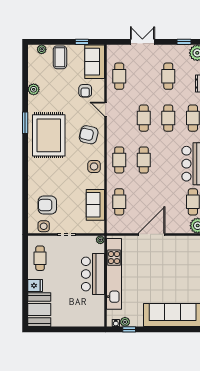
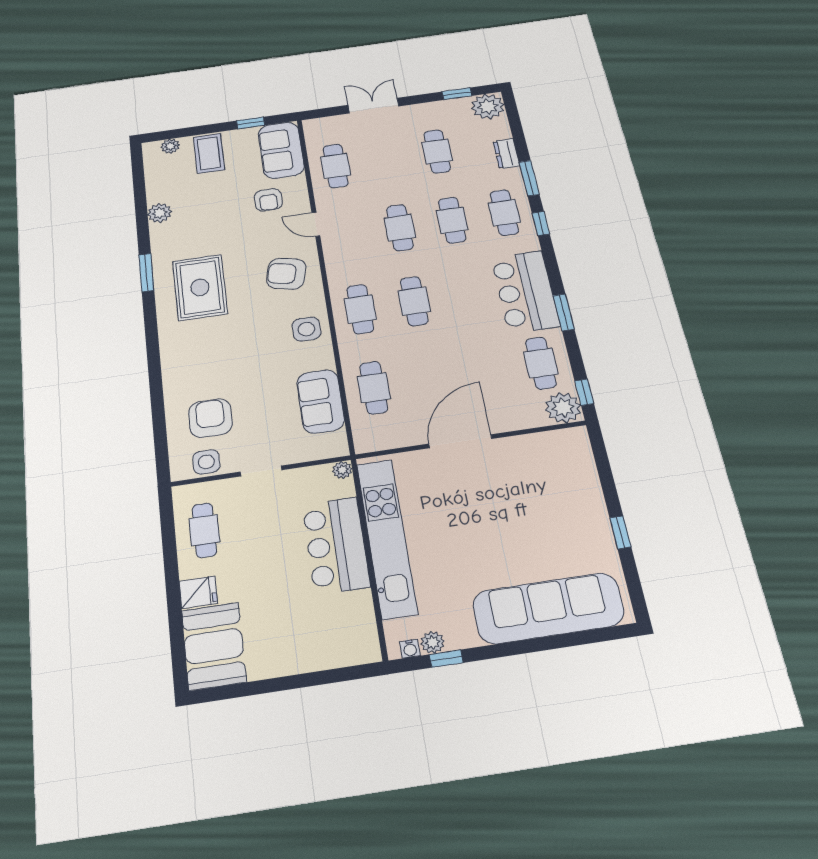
rug: (49, 135) -> (200, 287), width x0.73, depth x0.69
armchair: (47, 205) -> (210, 418), turned 90

